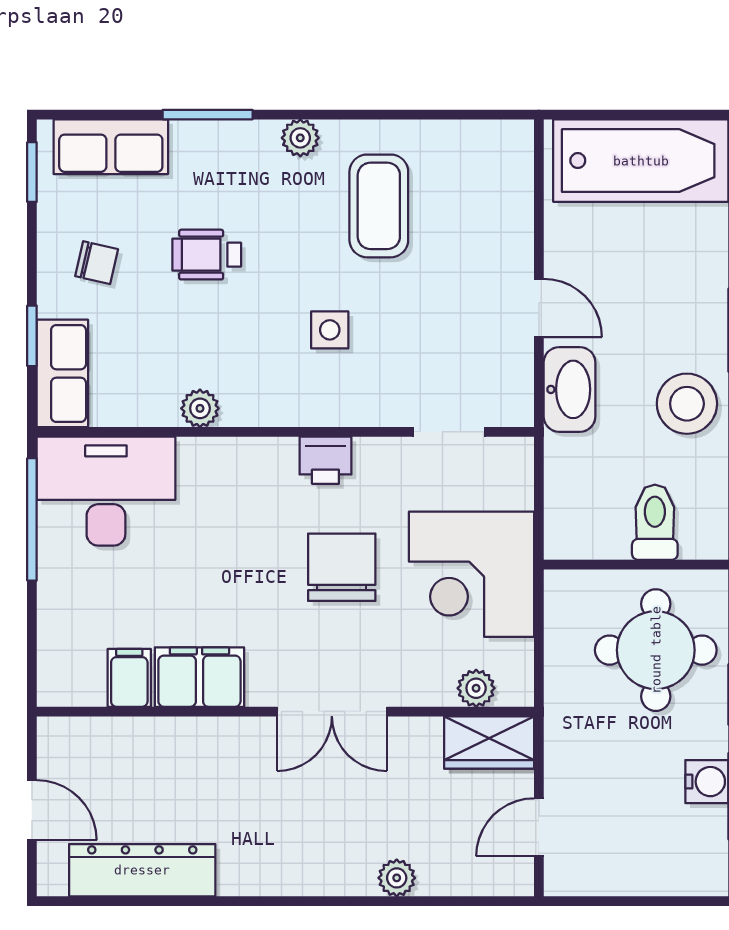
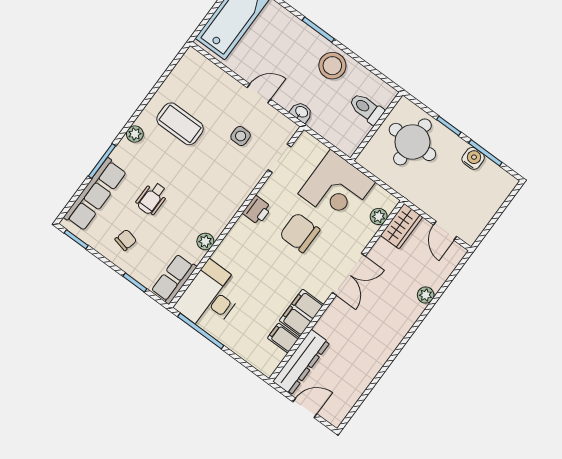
row of seats: (111, 147) -> (95, 194), width x1.48
side table: (330, 330) -> (241, 136), moved
row of seats: (62, 373) -> (174, 279), moved, turned -90
washbasin: (570, 389) -> (301, 112), width x0.52, depth x0.69
dresser: (142, 870) -> (301, 362), moved, turned 180

